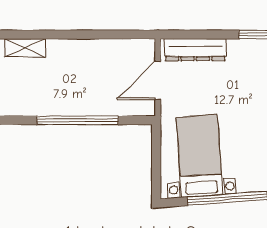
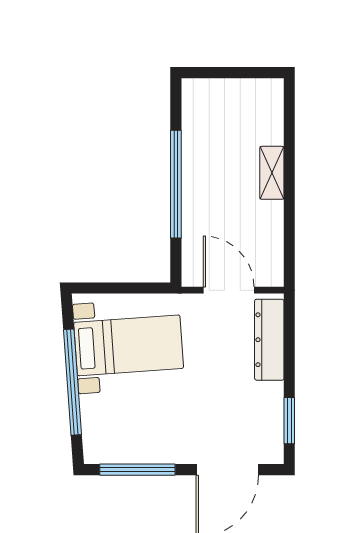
shelving: (25, 48) -> (272, 173), moved

